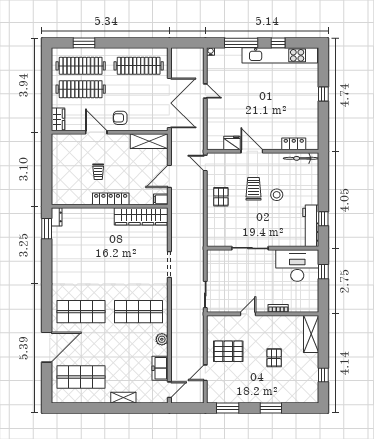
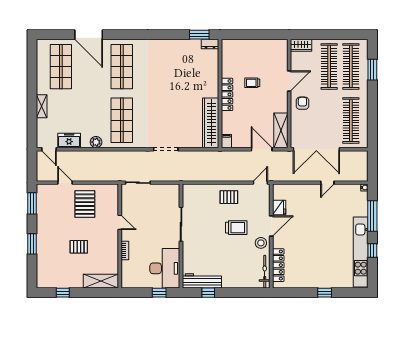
locker: (294, 144) -> (278, 265), width x1.53
door: (169, 176) -> (262, 149), moved
stool: (277, 195) -> (261, 243), moved

